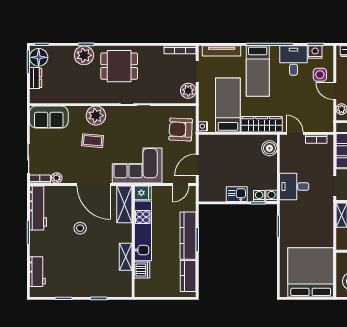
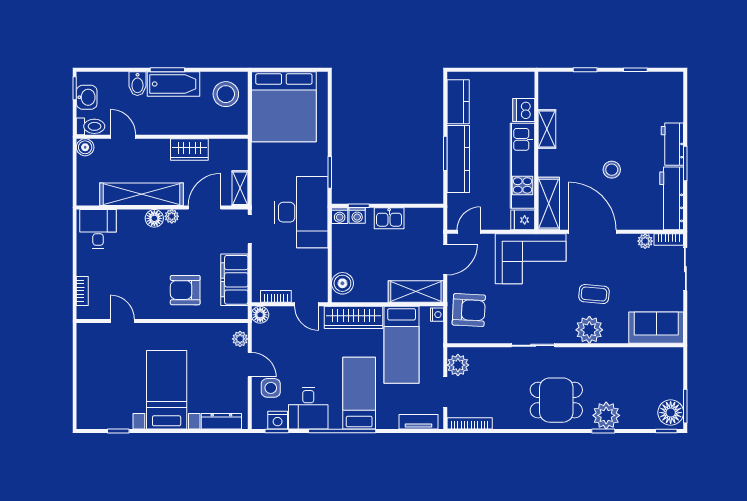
tv unit: (222, 51) -> (418, 422), width x0.71
dresser: (36, 78) -> (675, 383), removed
floor lamp: (327, 126) -> (260, 315), added
shelving: (218, 142) -> (416, 292), added
desk: (294, 187) -> (301, 212), width x1.87, depth x1.30
workbench: (37, 272) -> (672, 144), moved

